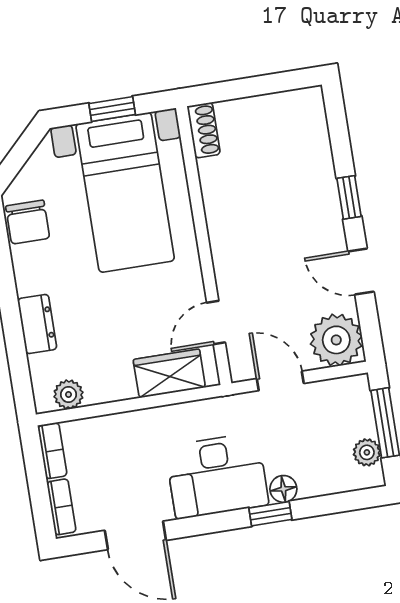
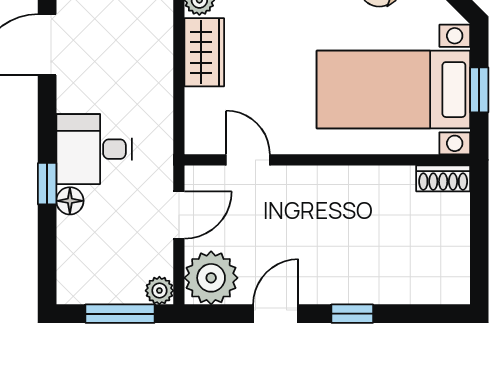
wardrobe: (169, 373) -> (204, 52), moved
plant: (367, 452) -> (159, 291), moved
desk: (217, 476) -> (94, 149), width x0.73

